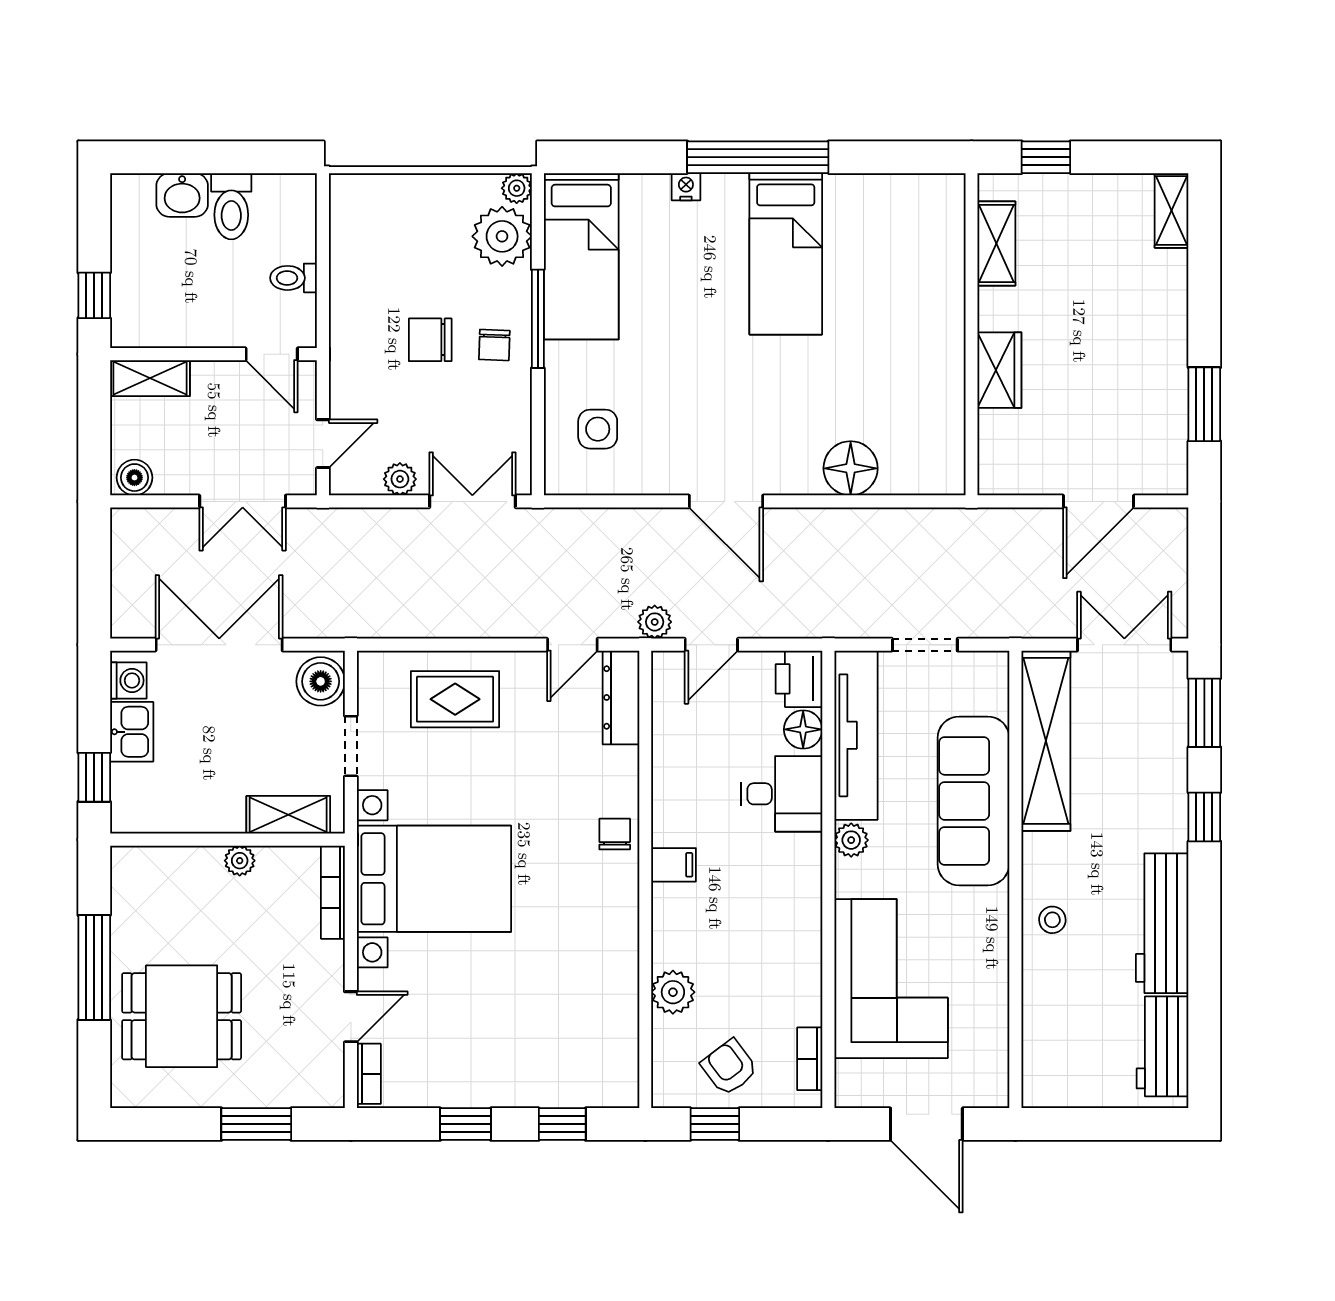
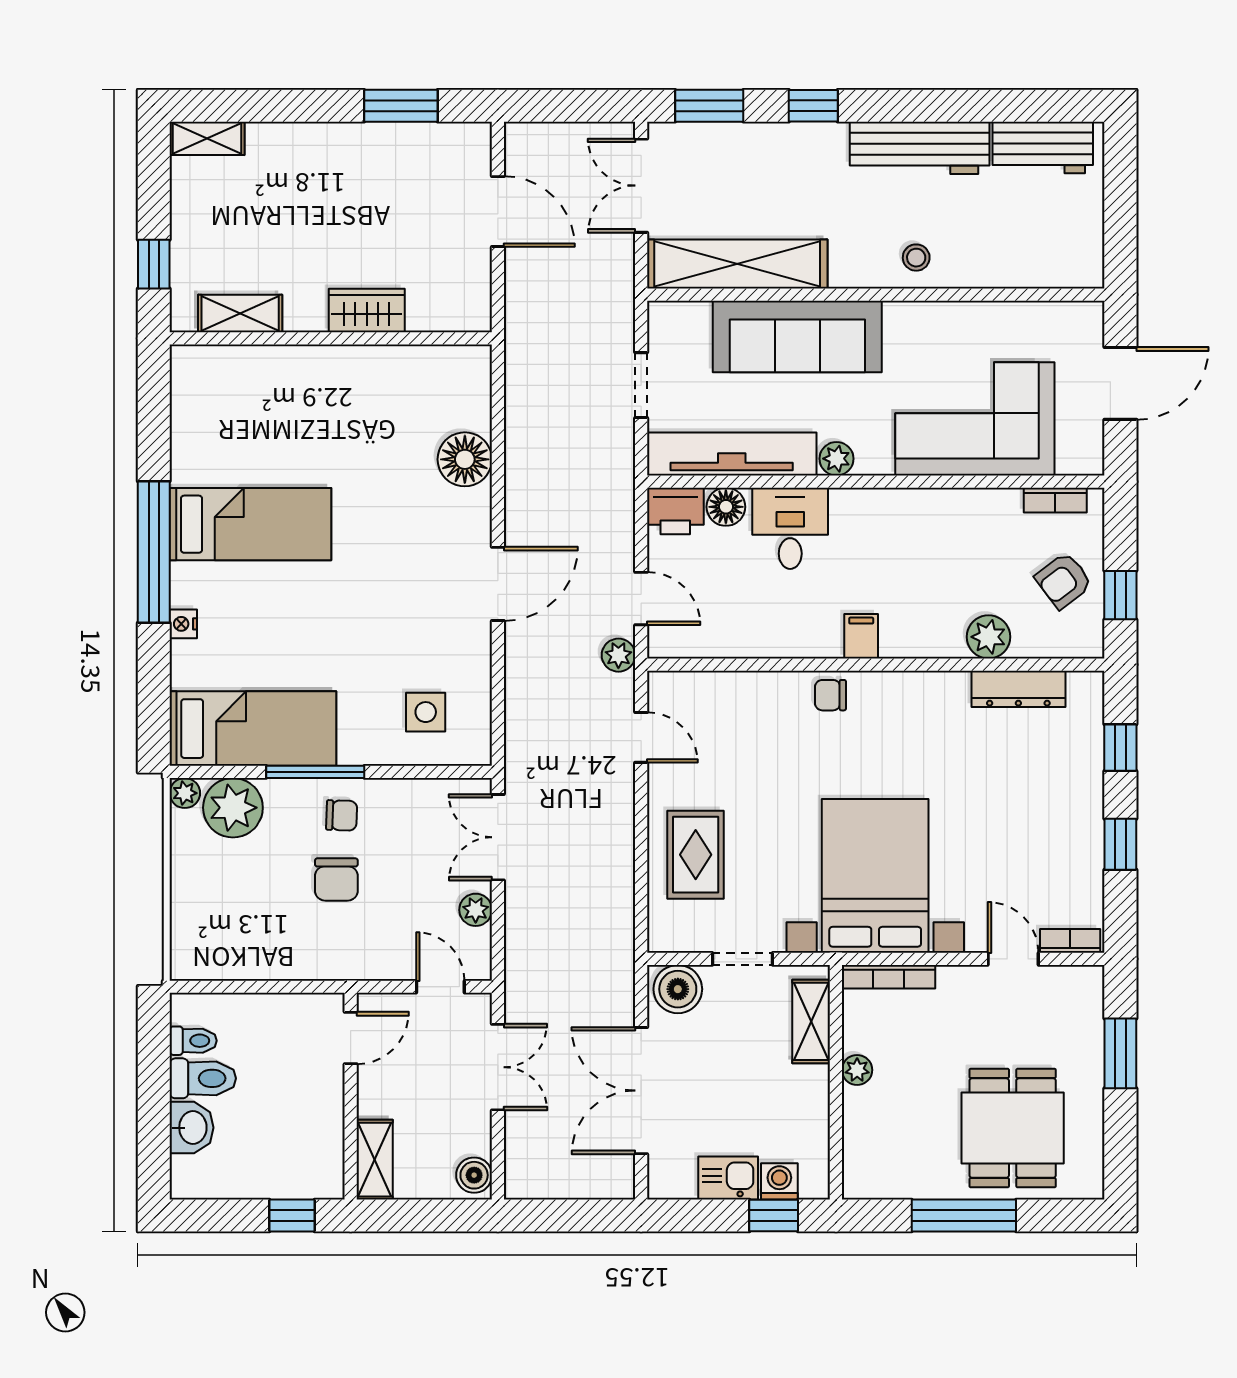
toilet: (294, 278) -> (193, 1041), moved, turned -90
washing machine: (128, 680) -> (779, 1181), moved
dresser: (621, 697) -> (1018, 689), moved

